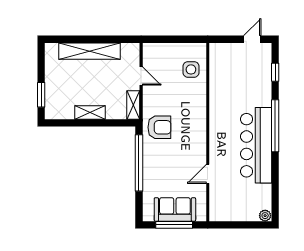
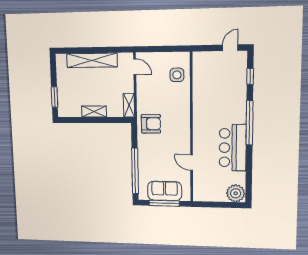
door: (141, 76) -> (135, 67), moved
bar counter: (256, 145) -> (233, 148), width x0.73
window: (139, 163) -> (135, 171), moved
door: (208, 174) -> (192, 163), hinge flipped
plant: (265, 216) -> (236, 193), width x1.88, depth x1.88

